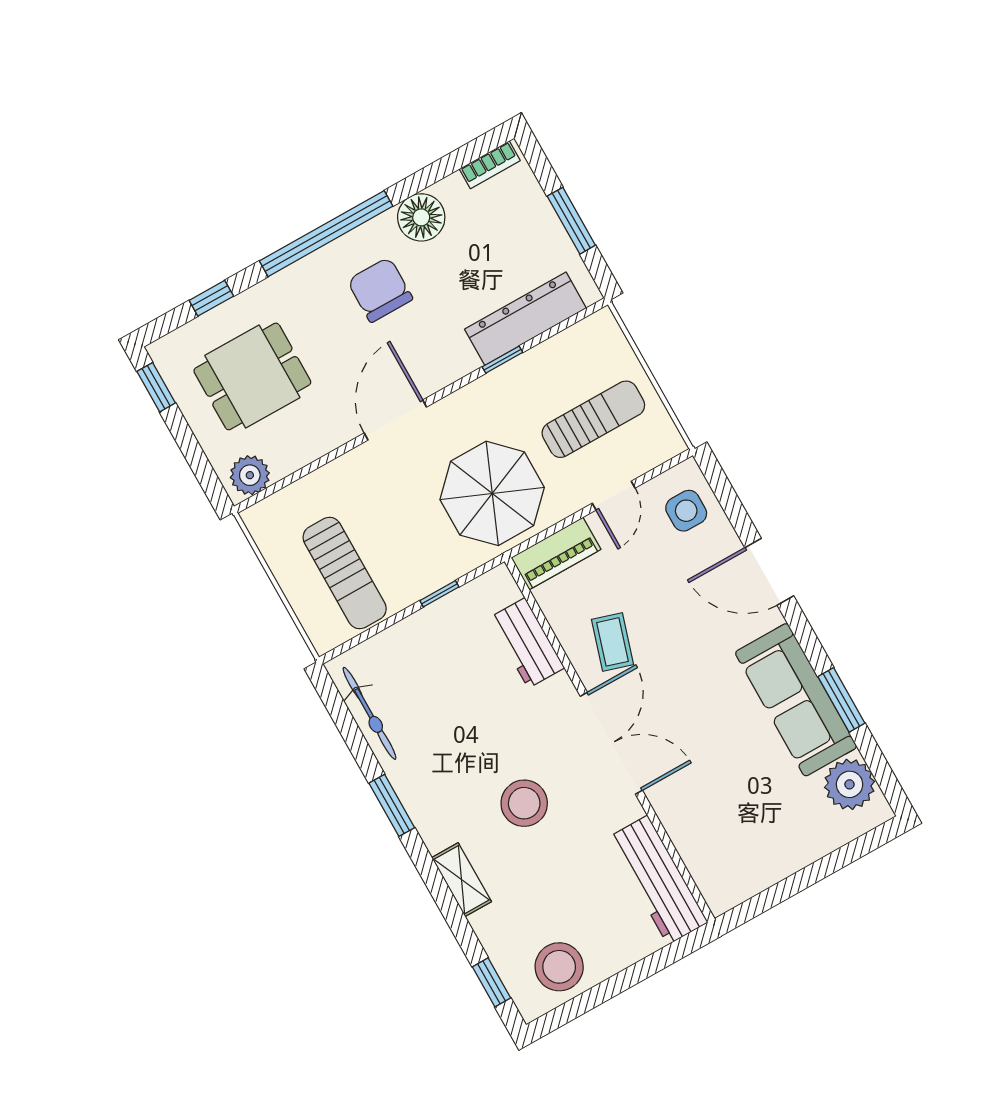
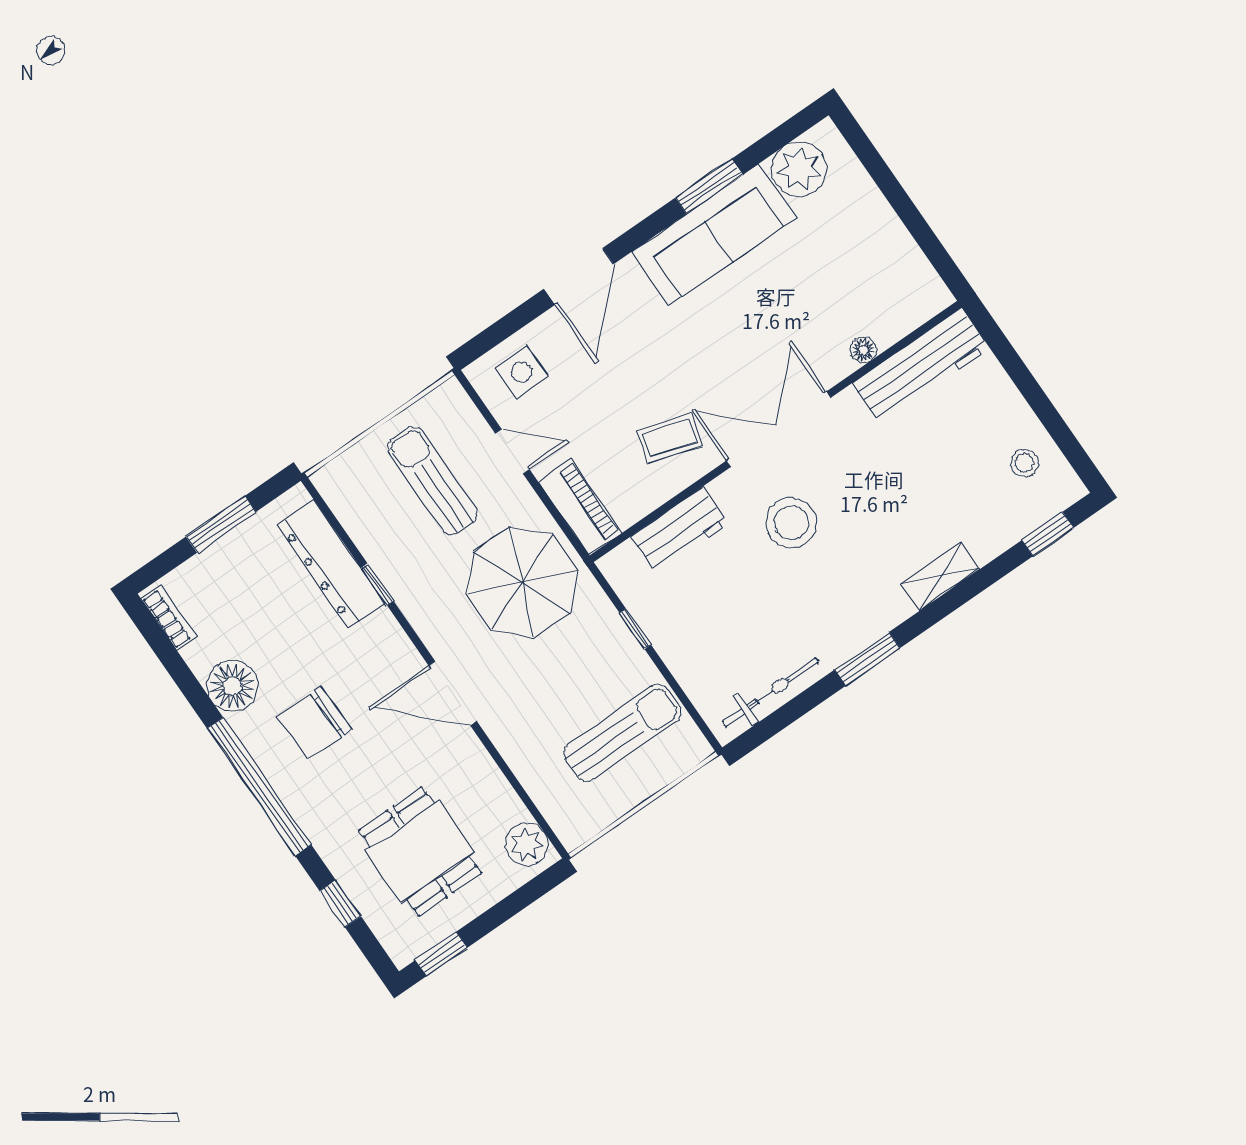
stool: (524, 803) -> (791, 523), moved
floor lamp: (677, 828) -> (863, 350), added
stool: (559, 967) -> (1024, 463), width x0.53, depth x0.53

